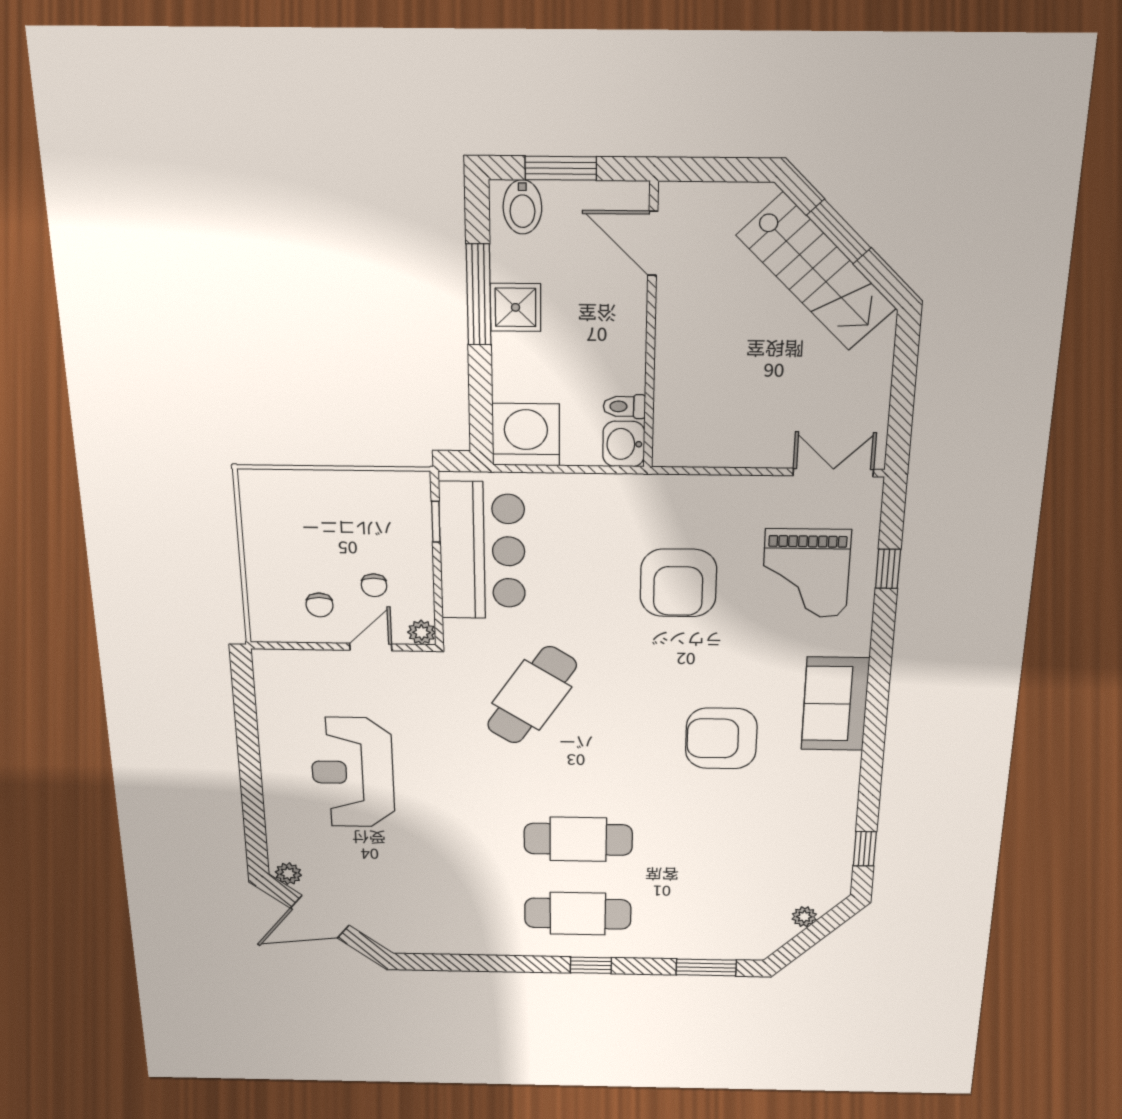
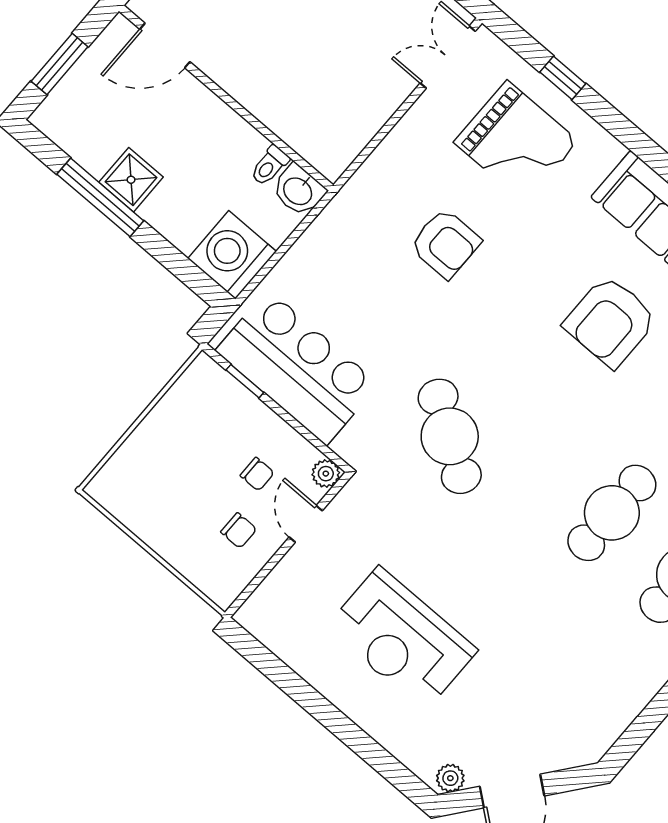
bidet: (522, 207) -> (64, 113), removed
armchair: (678, 583) -> (445, 243), width x0.73, depth x0.73

